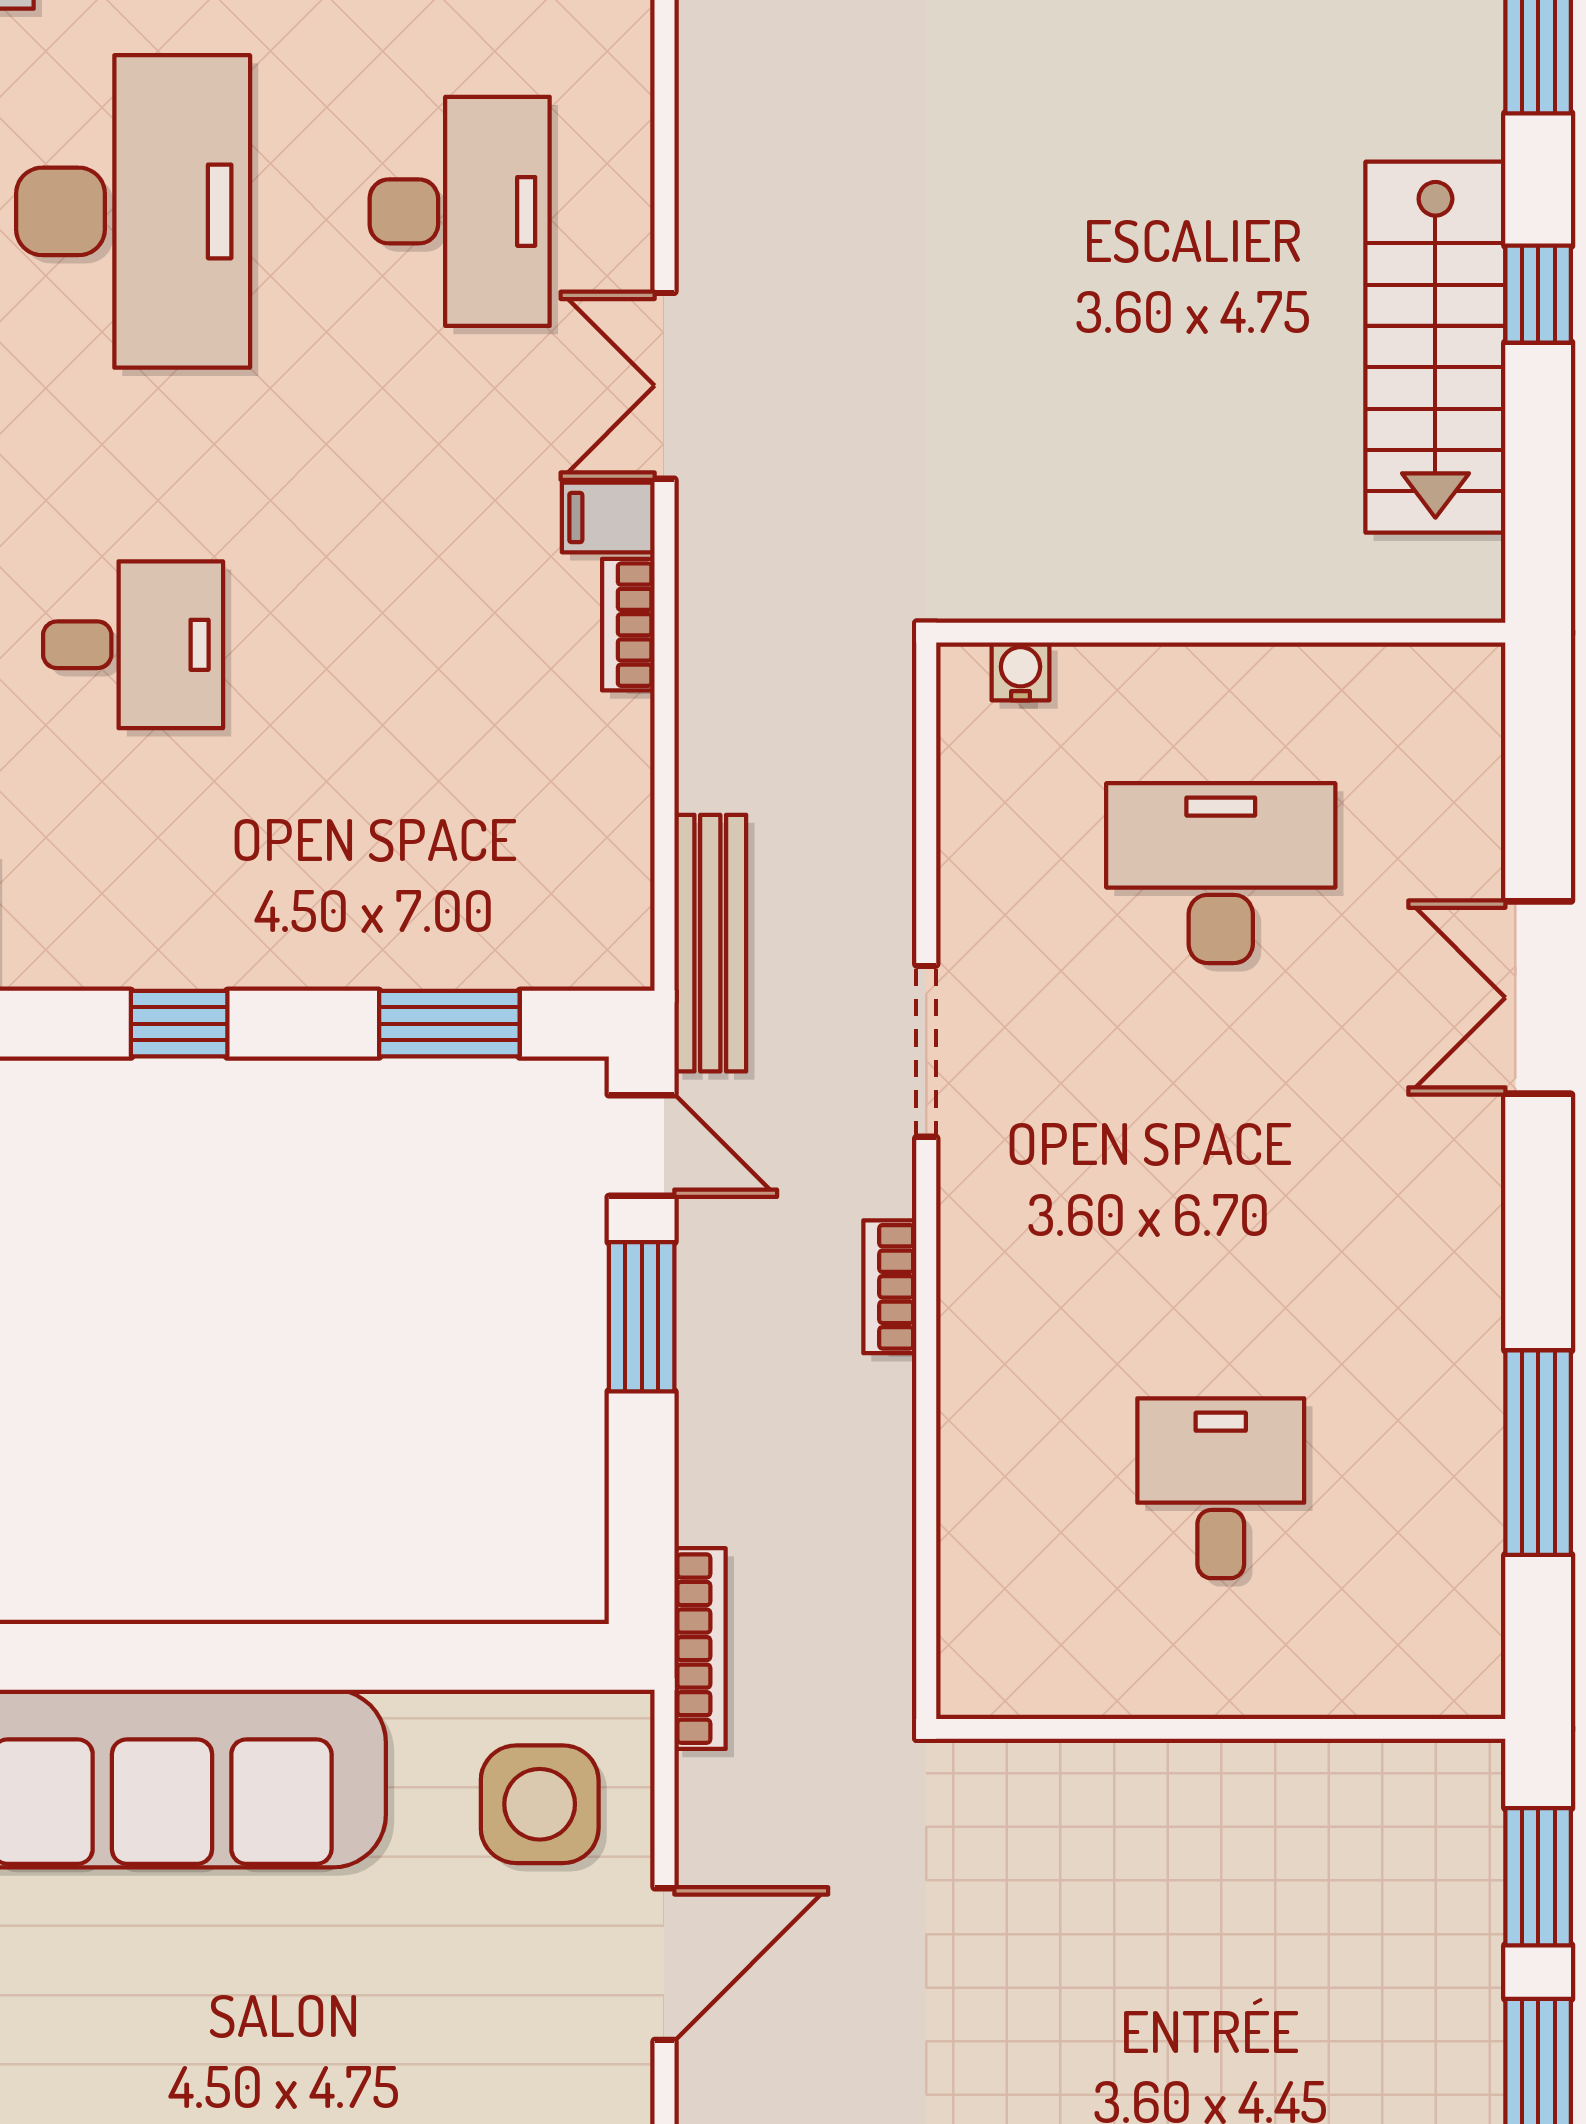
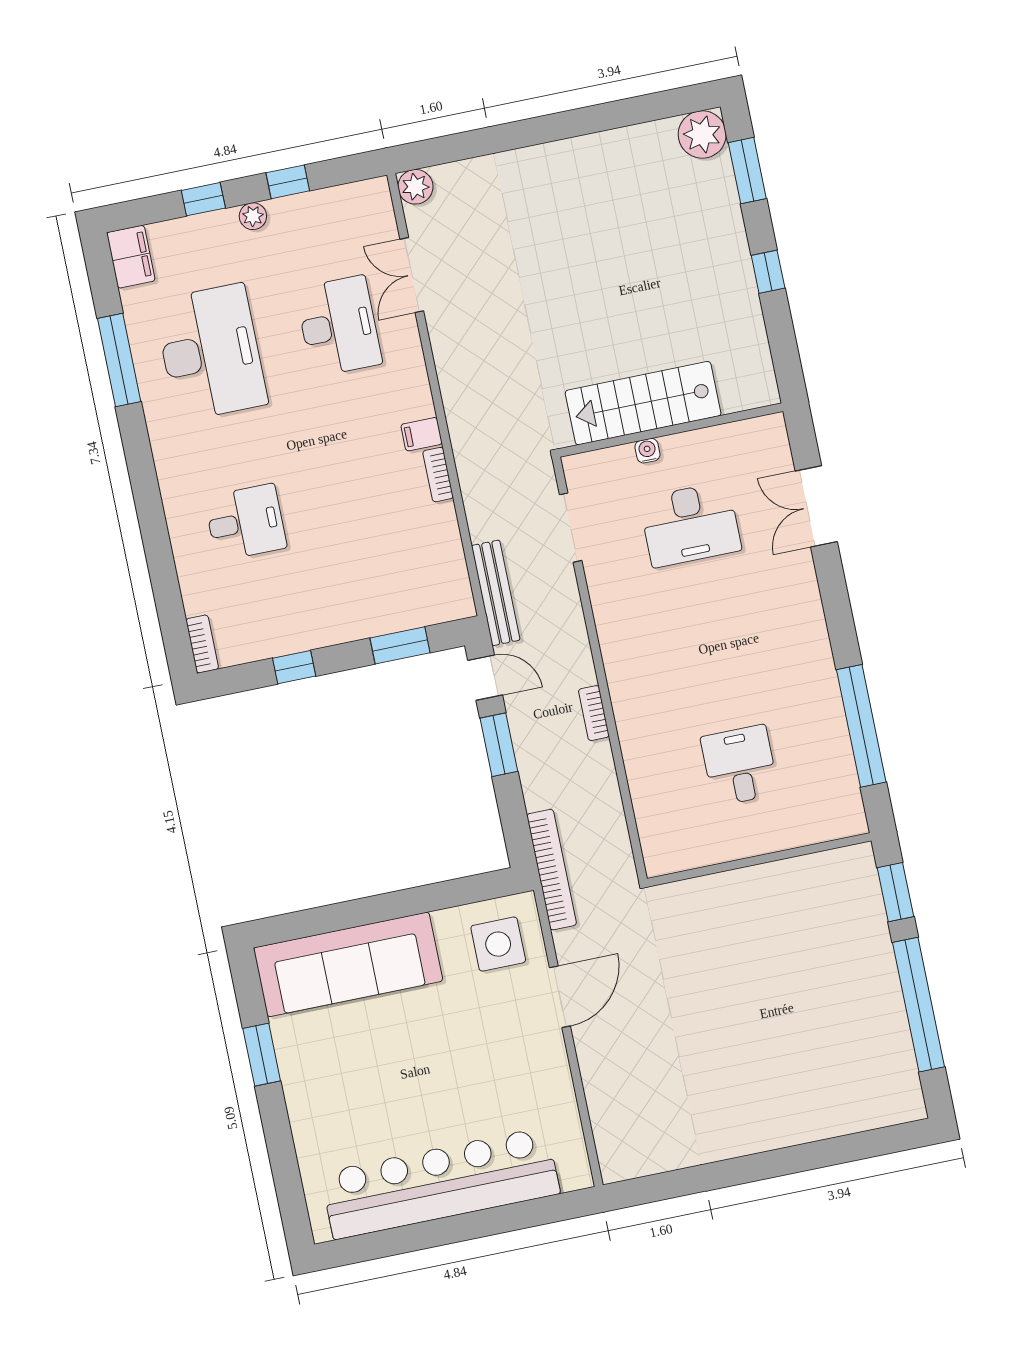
stairs: (1435, 347) -> (643, 403), moved, turned 90
double door: (664, 386) -> (412, 275), moved
water cooler: (1020, 671) -> (647, 451), moved
desk: (1221, 873) -> (690, 524), turned 180
double door: (1538, 998) -> (816, 506), moved
doorway: (926, 1051) -> (571, 528), moved
window: (1538, 1453) -> (861, 726), width x1.46
bookcase: (700, 1649) -> (552, 870), width x1.48, depth x1.31

